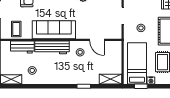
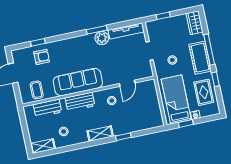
door: (97, 40) -> (127, 83), hinge flipped
workbench: (52, 47) -> (80, 102), width x0.73
shelving: (111, 79) -> (100, 134), moved

